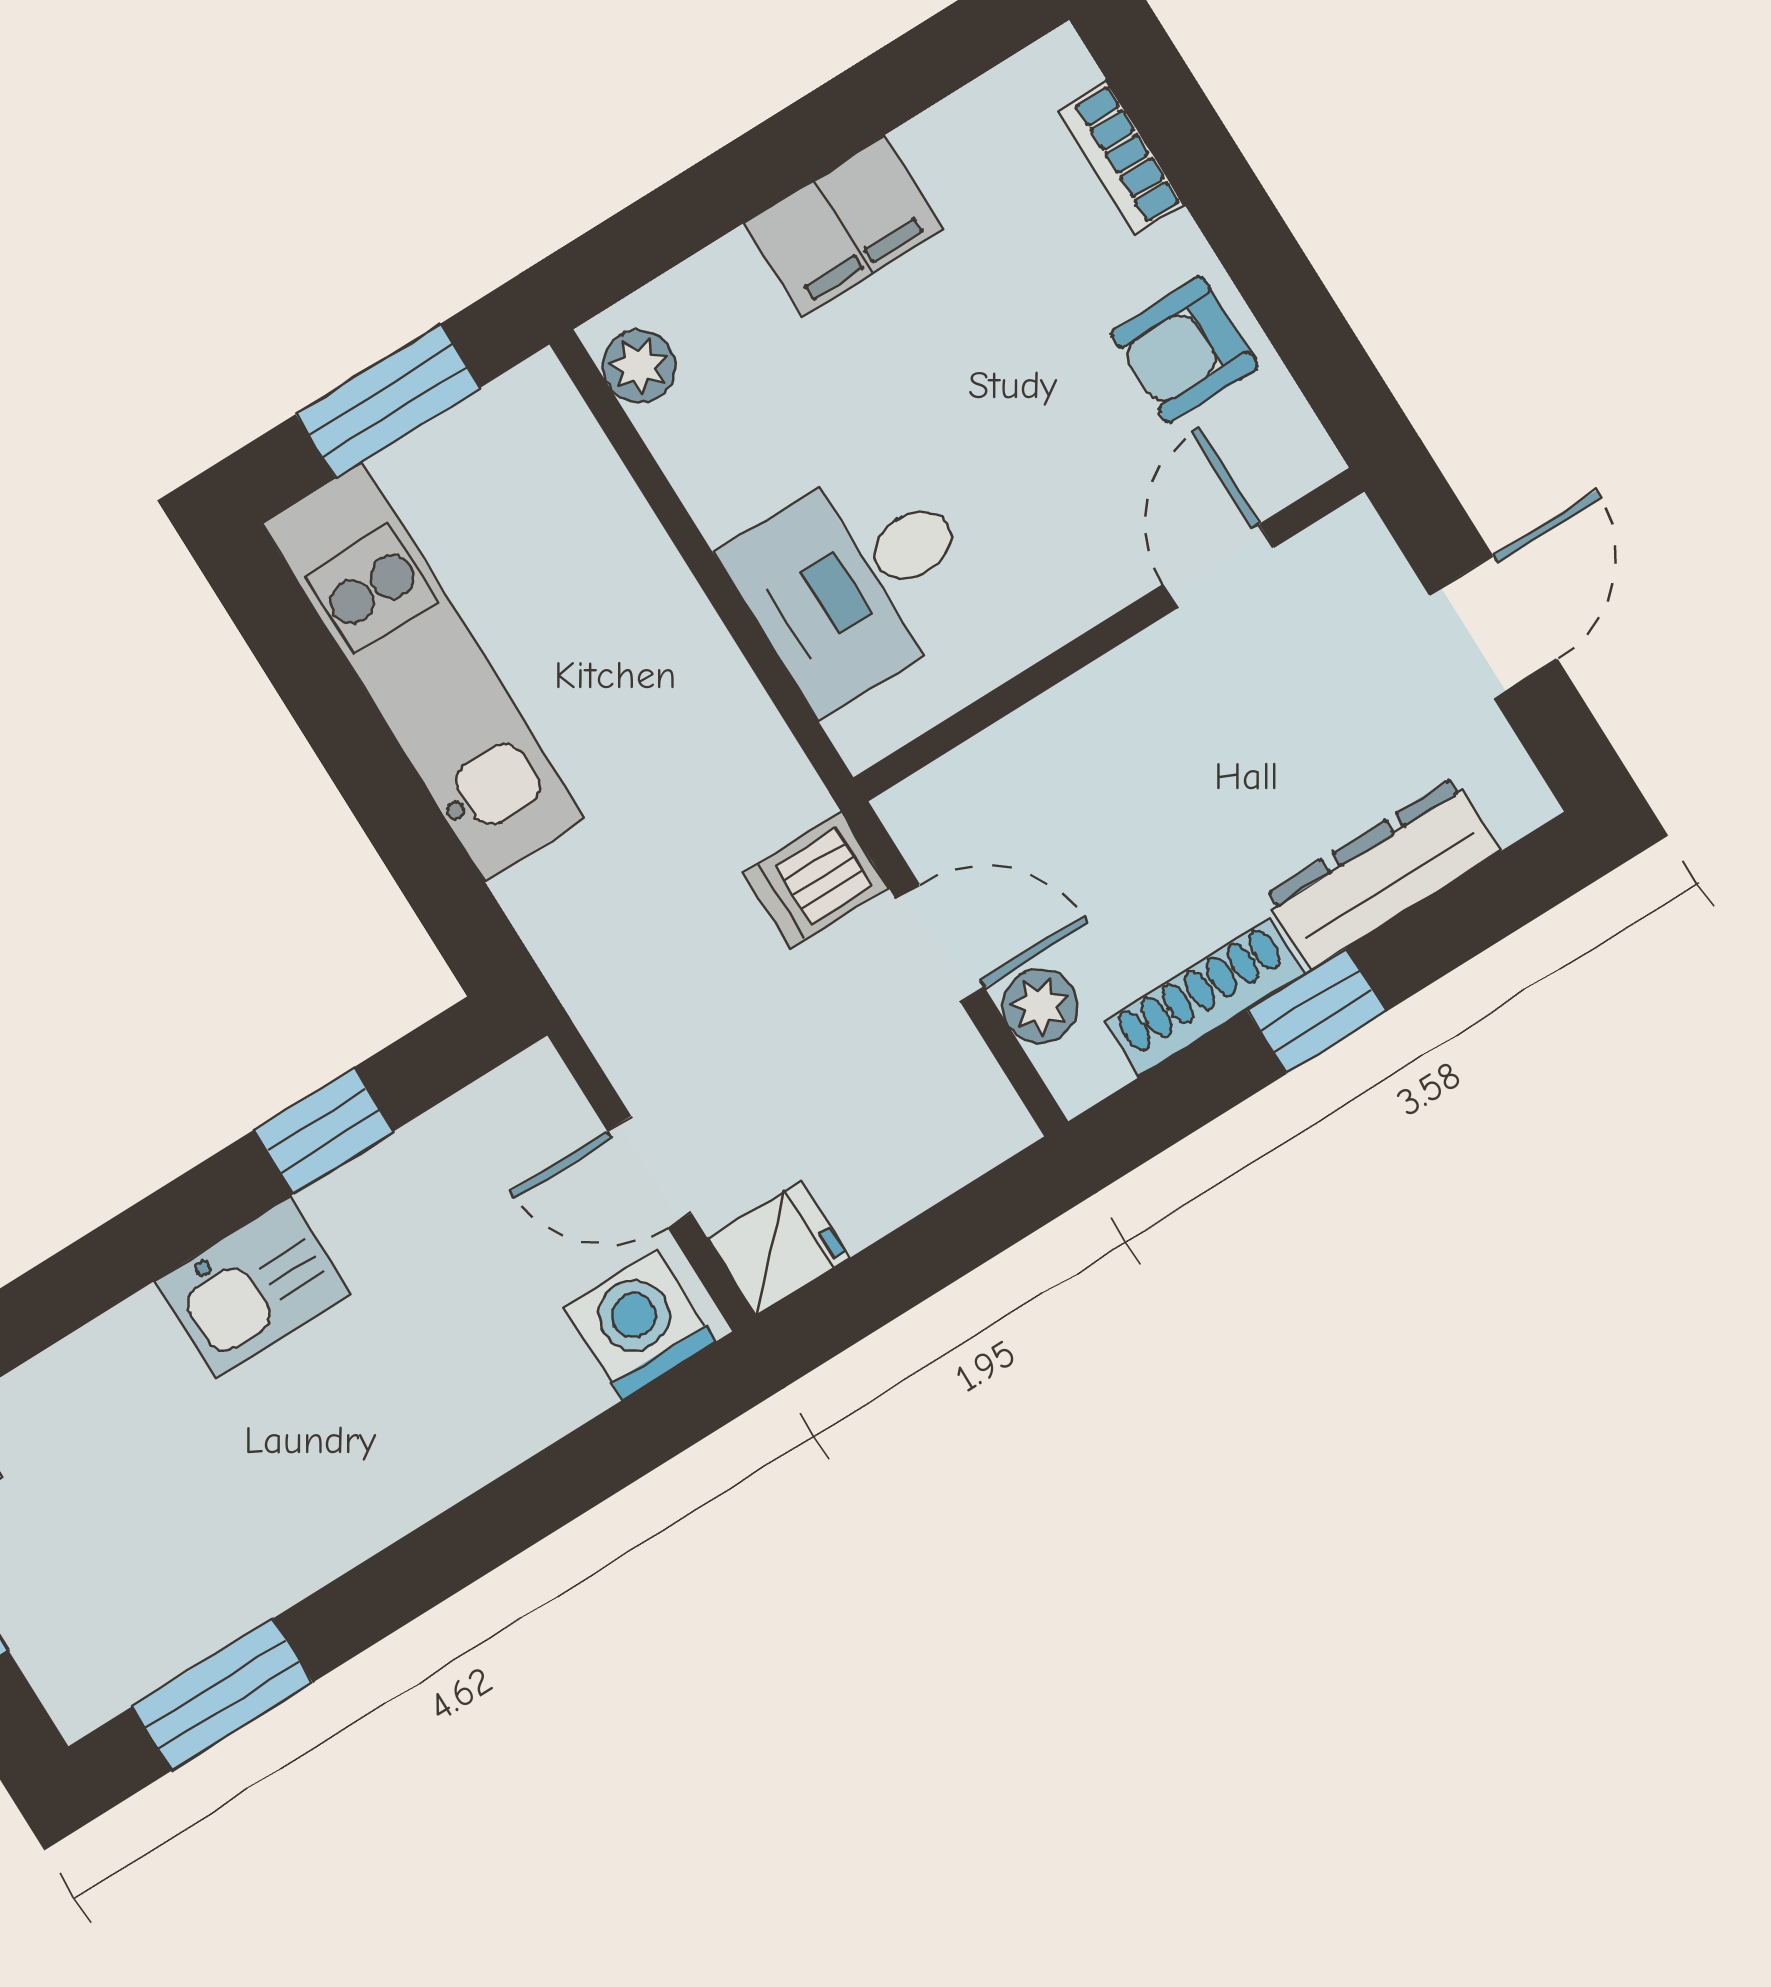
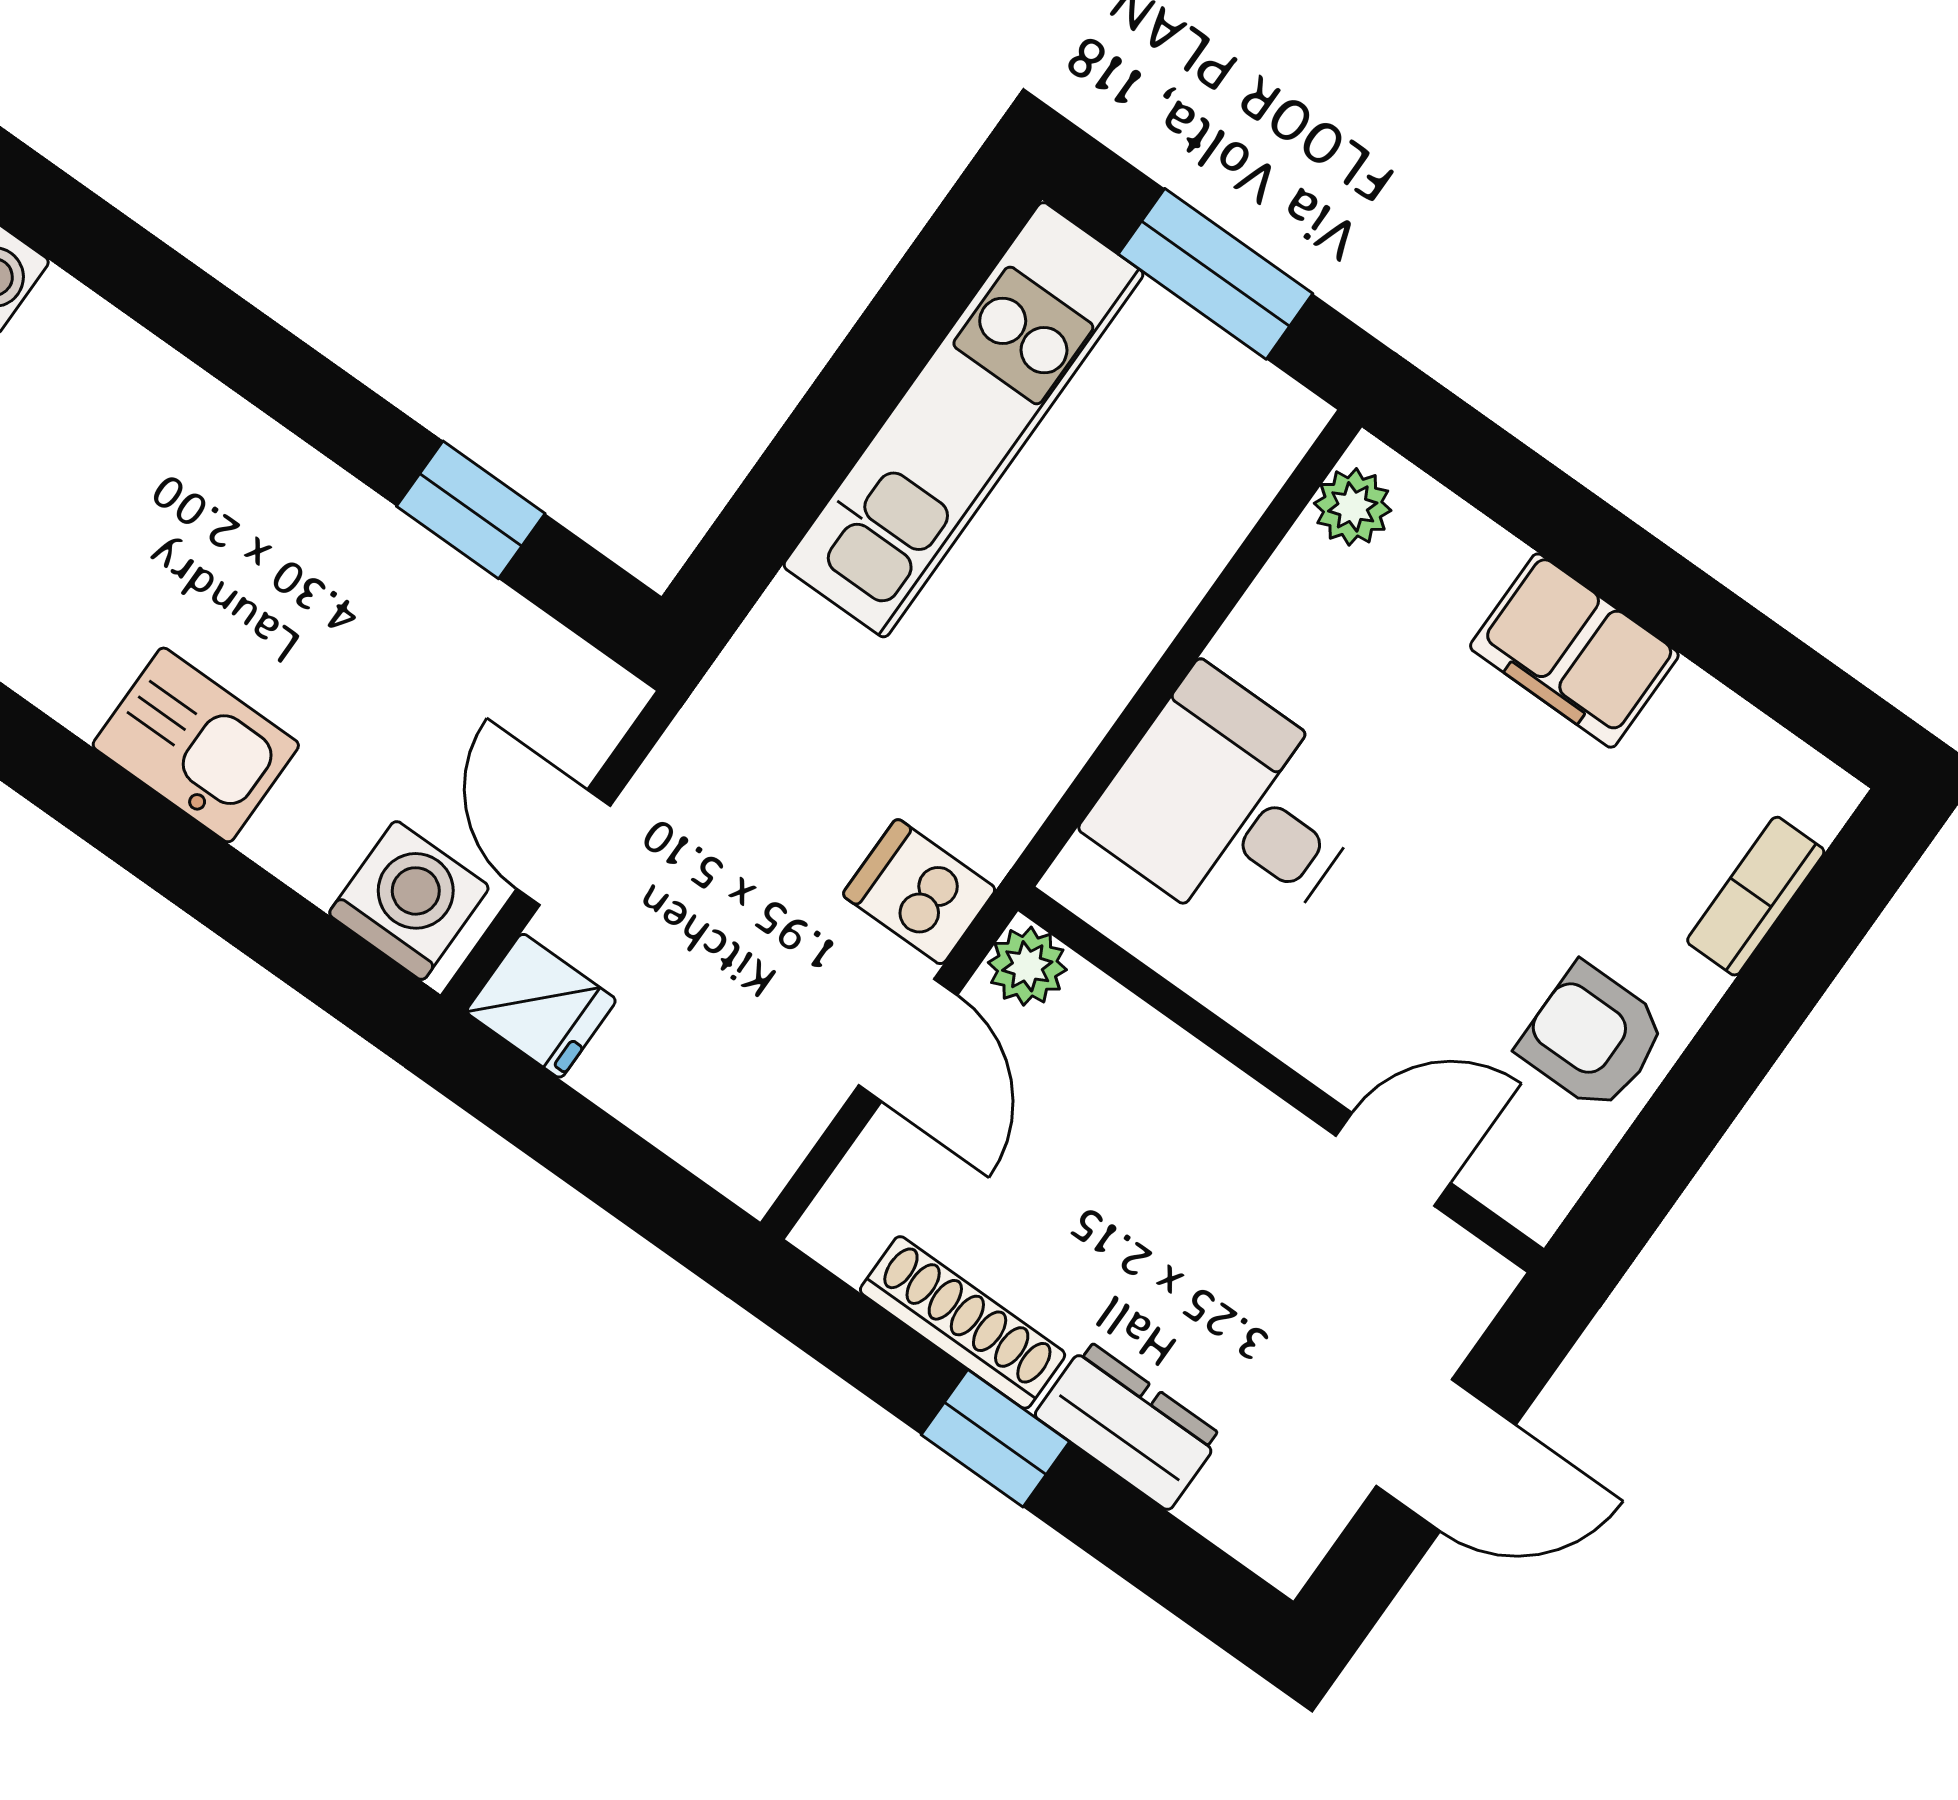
dresser: (1382, 873) -> (1128, 1426), width x0.70
plant: (1040, 1006) -> (1027, 966), moved
kitchen sink: (253, 1288) -> (196, 745), moved, turned 180

